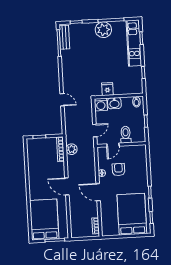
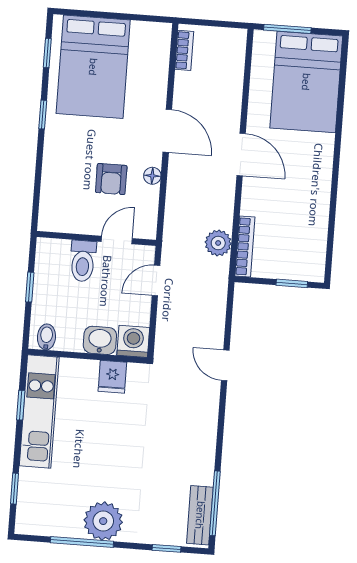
kitchen unit: (134, 43) -> (39, 411), moved

